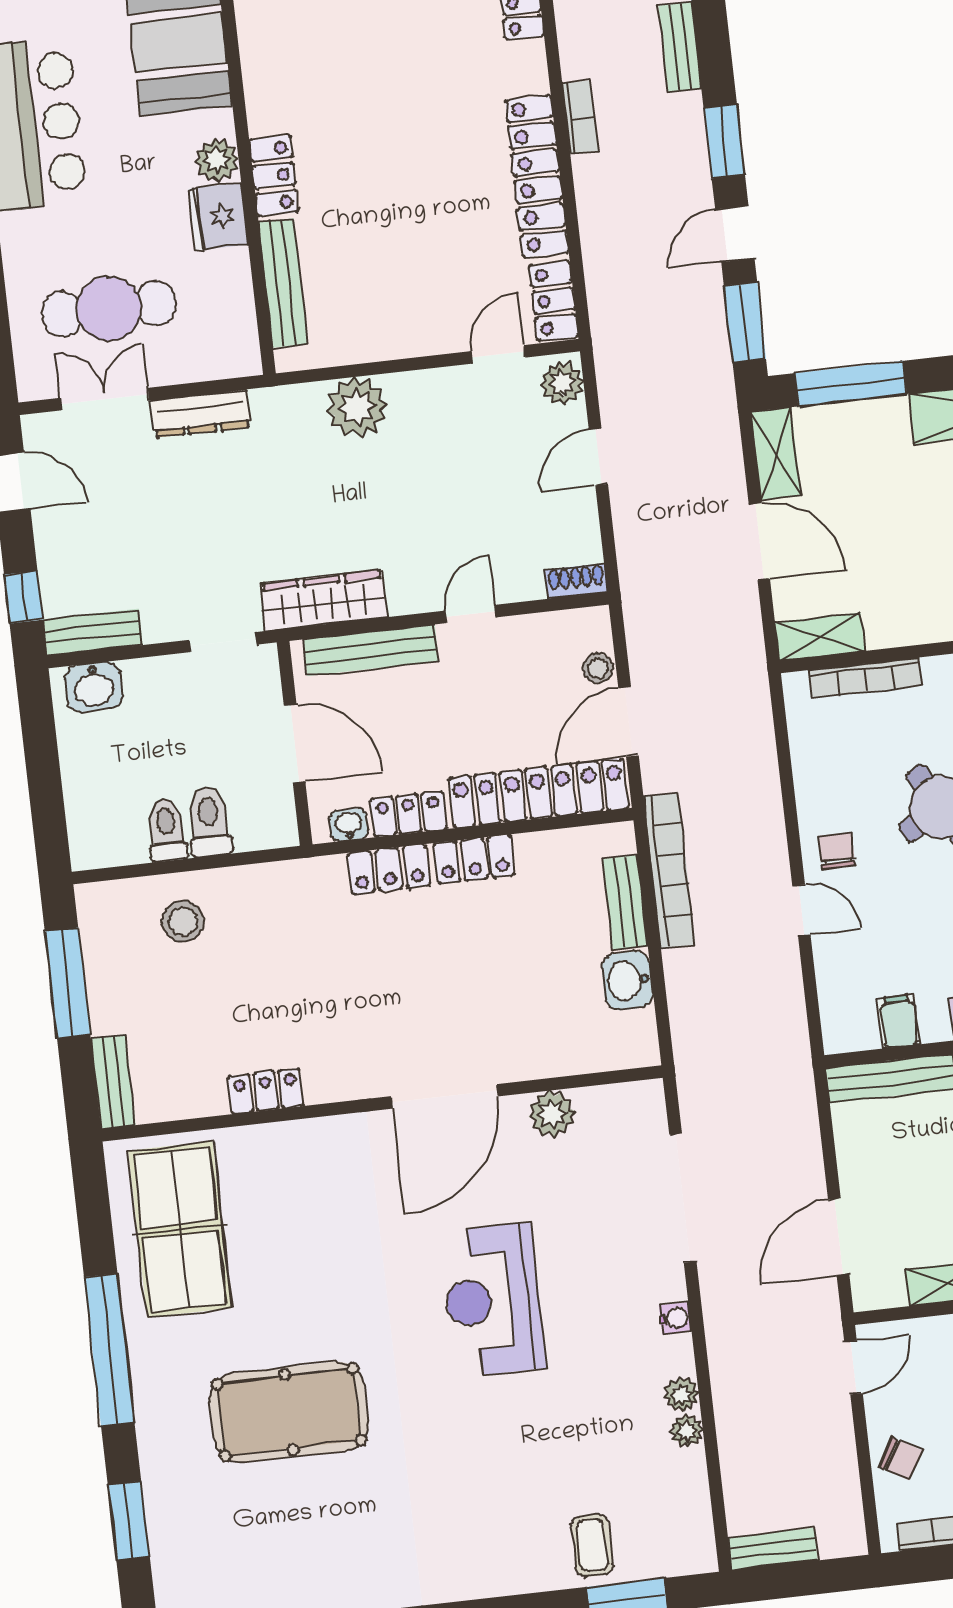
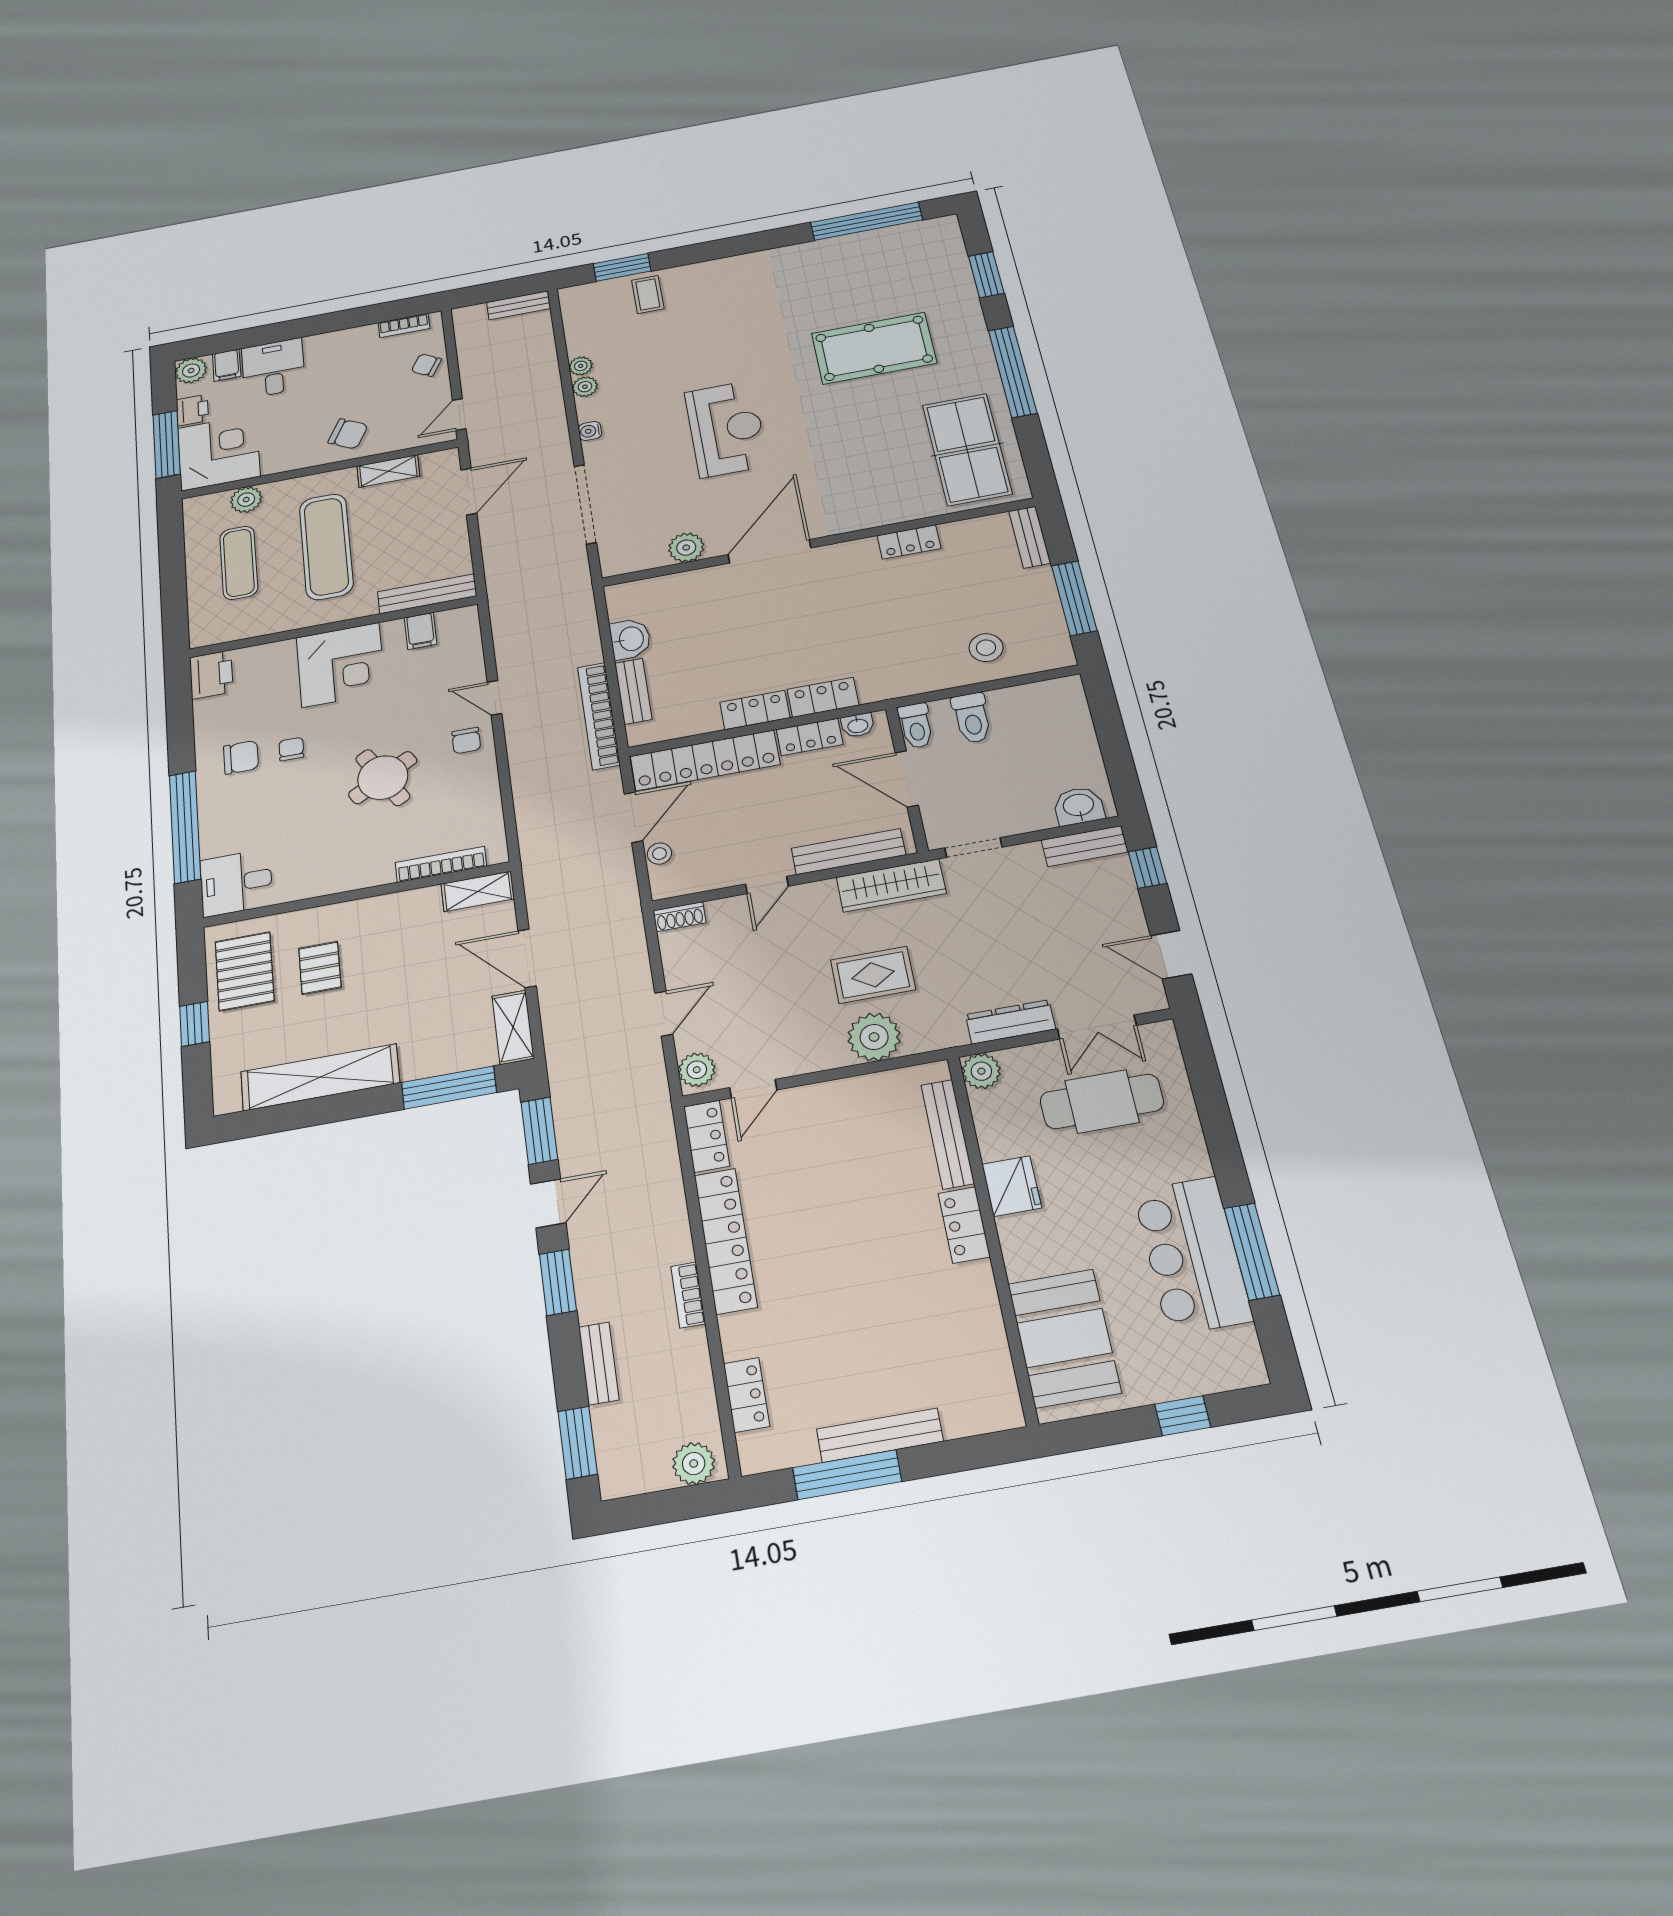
plant: (217, 160) -> (981, 1071), moved
rug: (353, 486) -> (873, 975), added
toilet: (167, 830) -> (916, 726), moved

